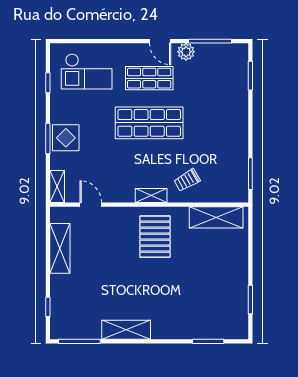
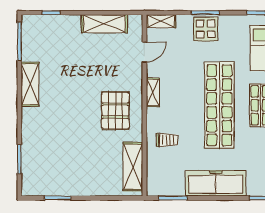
shop shelf: (149, 123) -> (219, 105), width x1.40
freezer: (234, 127) -> (216, 183), added
trolley: (187, 180) -> (167, 140), turned 120
shelving: (151, 196) -> (153, 92), moved
pallet: (155, 237) -> (115, 111), turned 90

